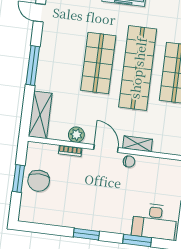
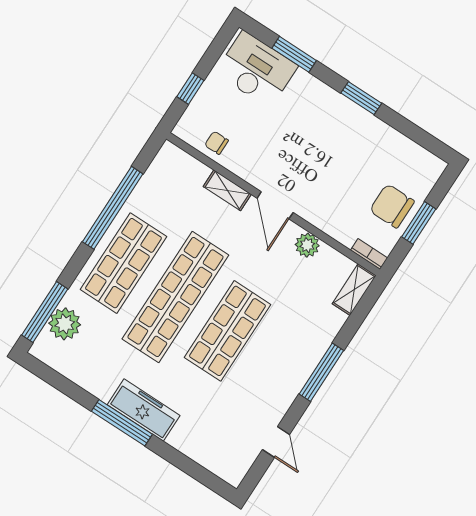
shelving: (40, 115) -> (354, 290), width x0.67, depth x0.75
bookcase: (70, 151) -> (369, 254), moved
chair: (129, 162) -> (217, 143), moved
chair: (39, 181) -> (392, 206), turned -90

